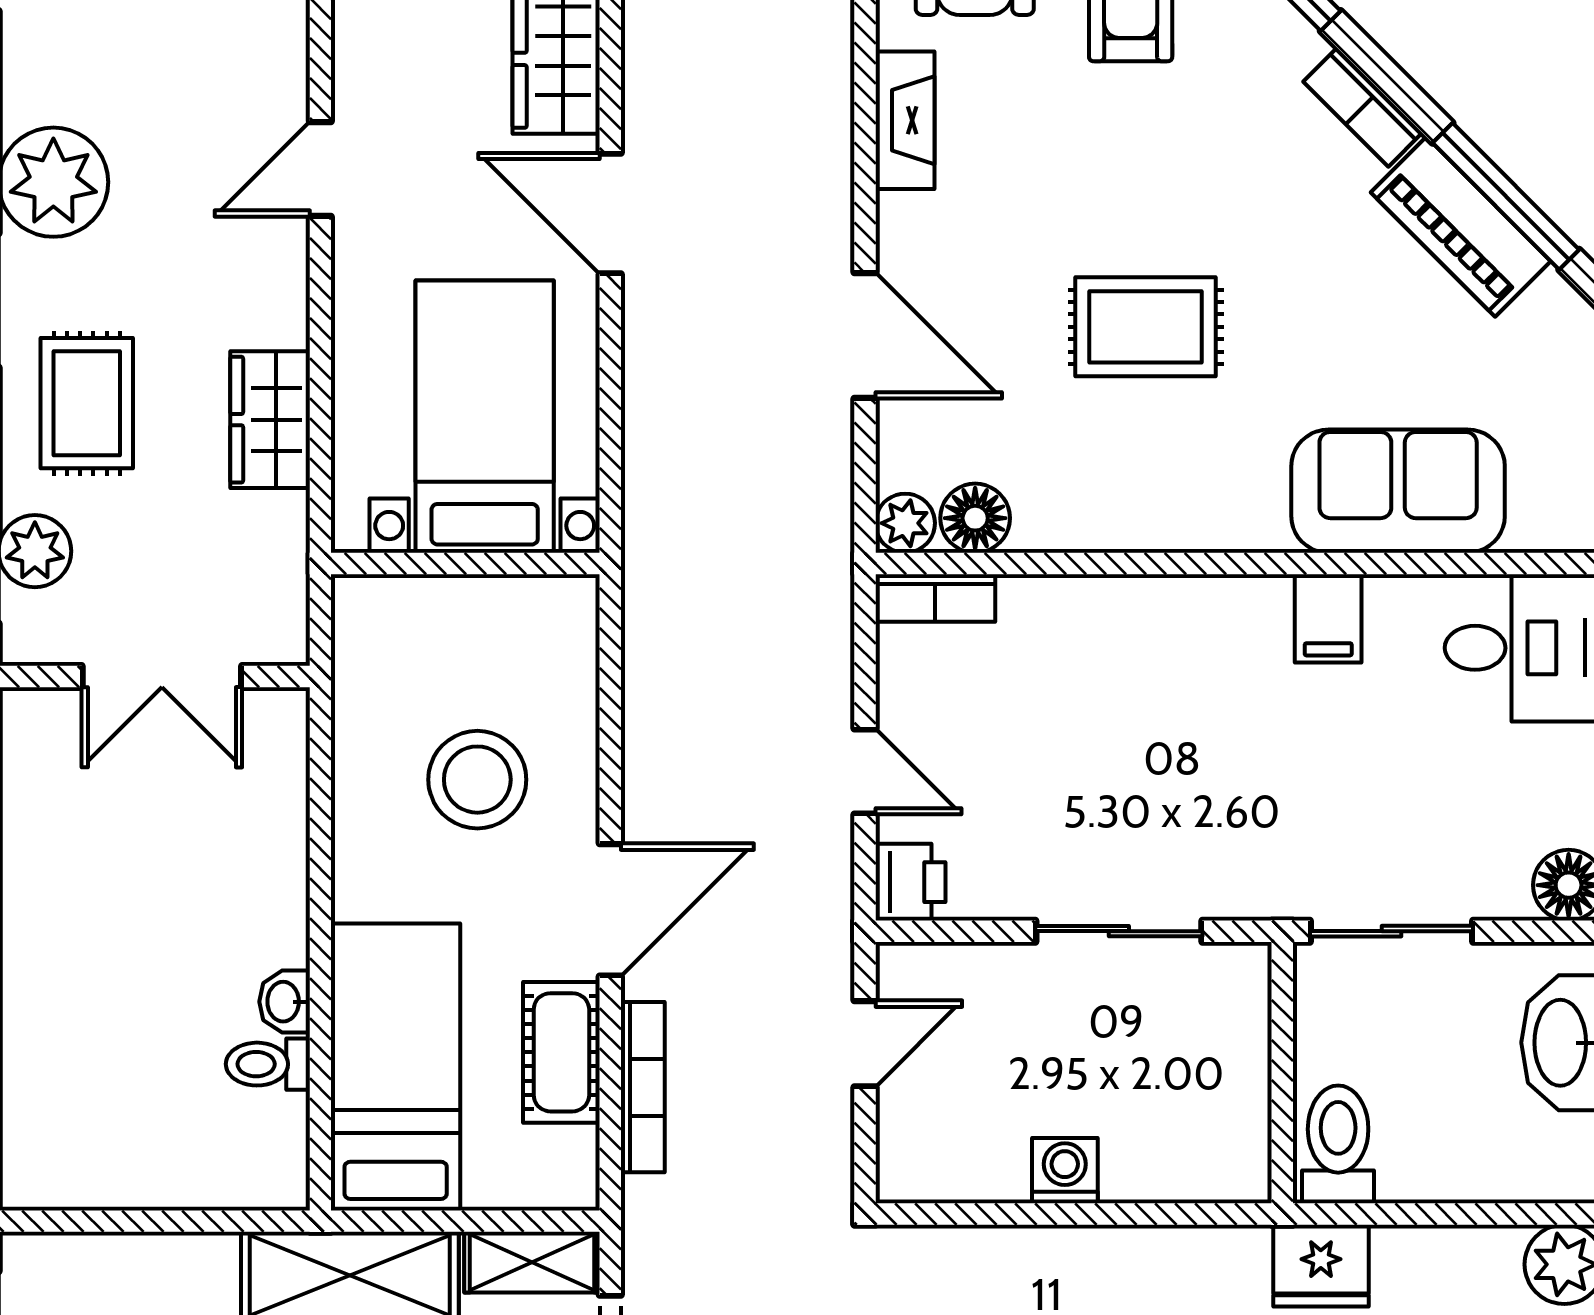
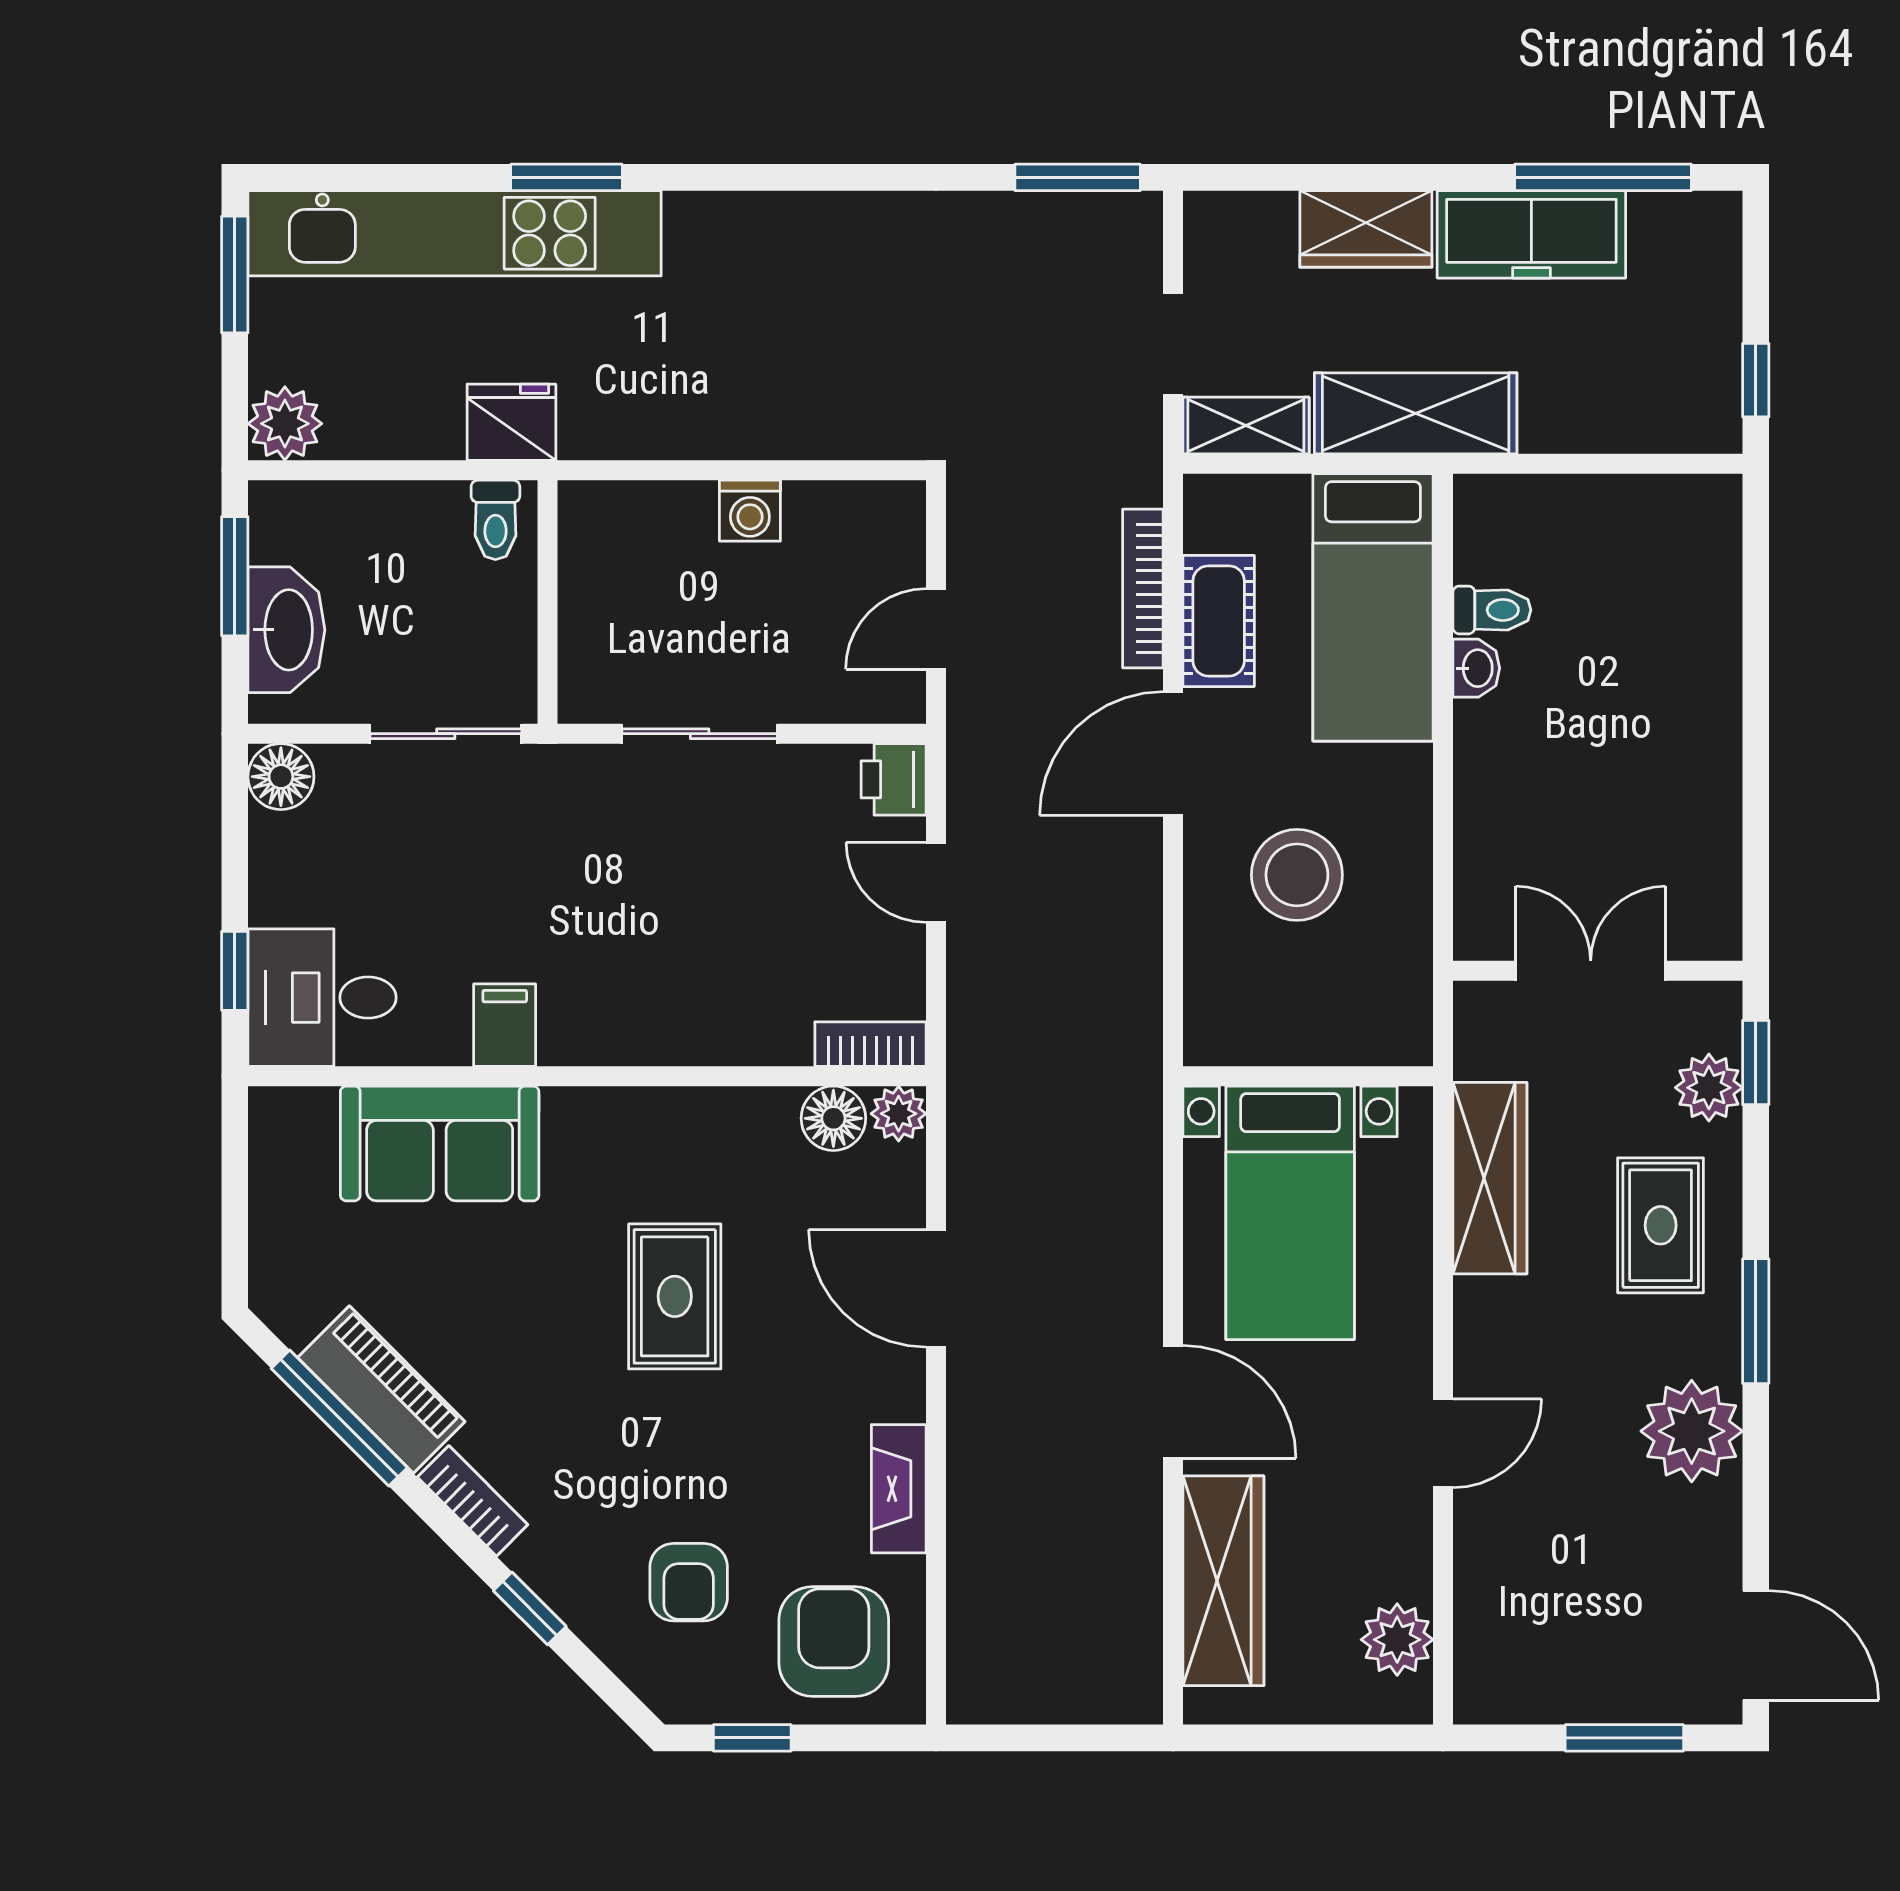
rug: (1146, 327) -> (675, 1296), turned 90
wardrobe: (270, 420) -> (1490, 1178), width x1.50
toilet: (1338, 1144) -> (495, 520), width x0.73, depth x0.72

